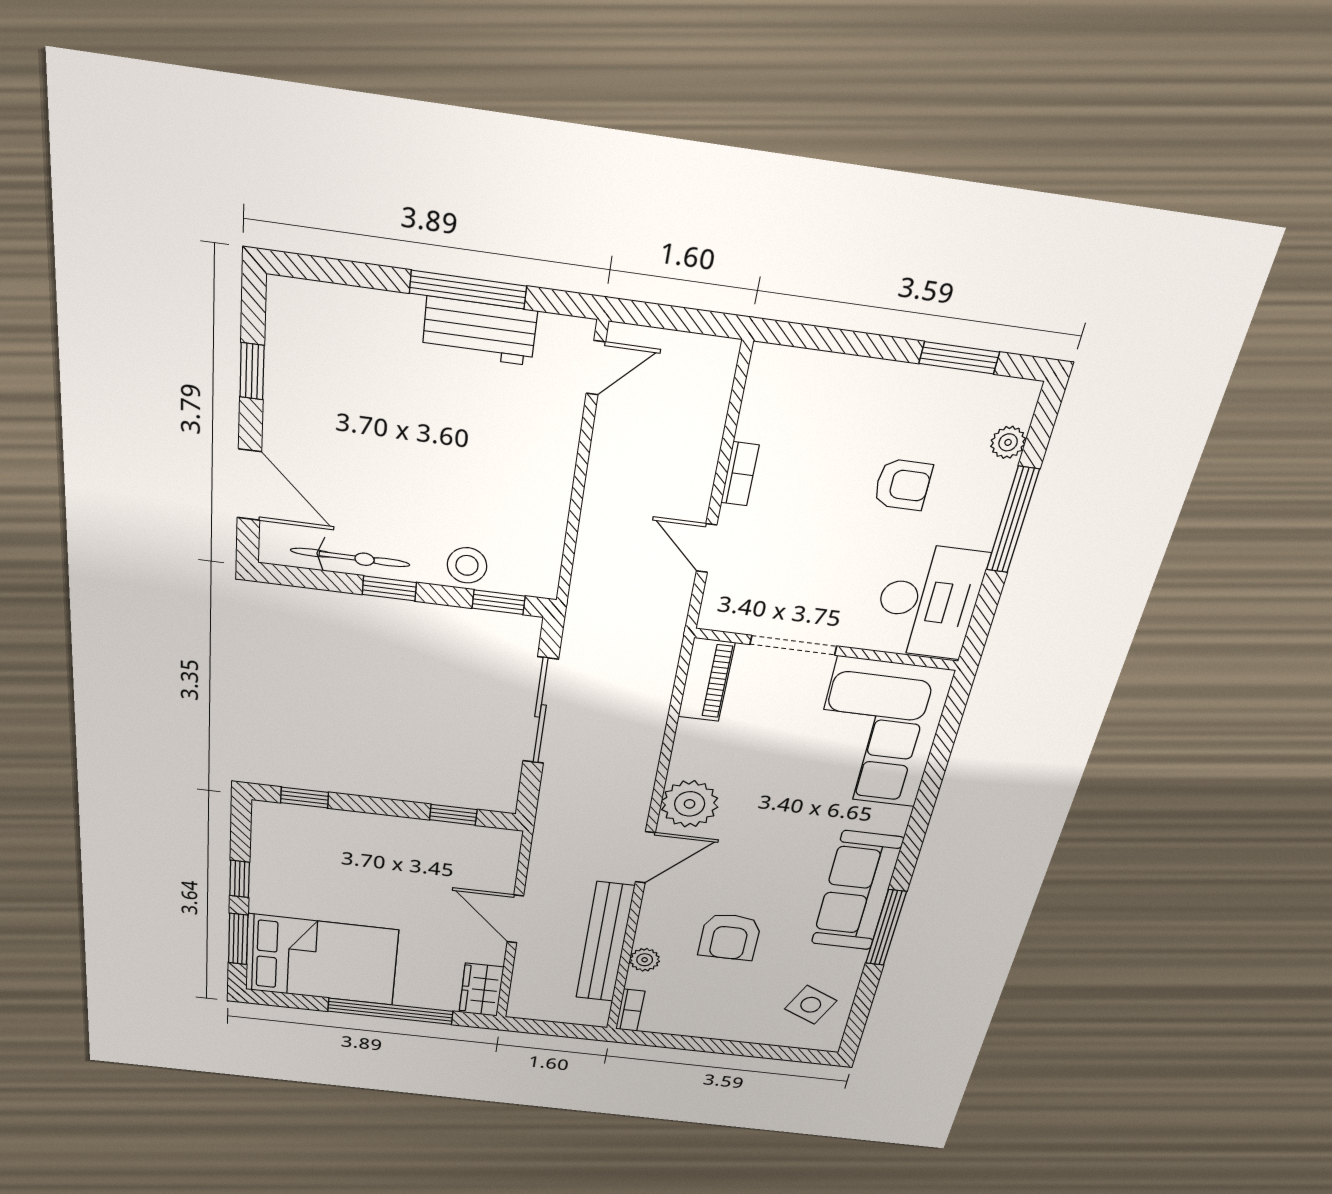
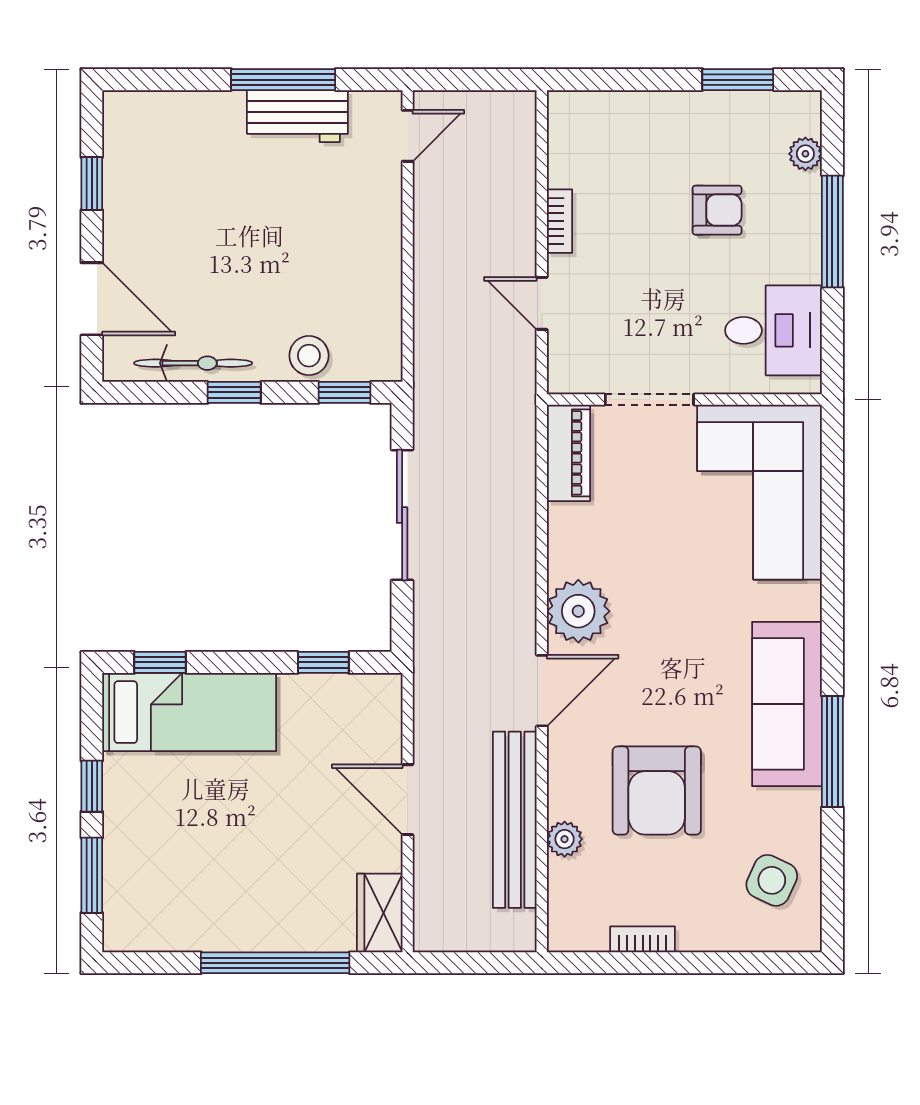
desk: (928, 601) -> (773, 330), width x0.73
armchair: (730, 937) -> (657, 791), width x1.36, depth x1.36
bed: (321, 960) -> (189, 712), moved, width x0.67
bookcase: (630, 1010) -> (643, 939), moved, turned -90

